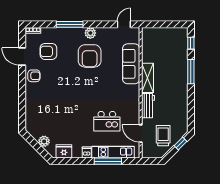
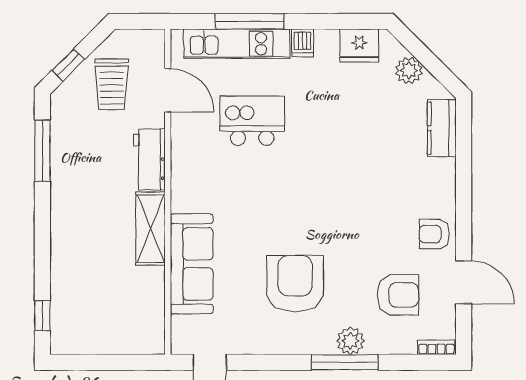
plant: (90, 33) -> (350, 341), moved
window: (191, 72) -> (42, 151), moved
kitchen counter: (31, 118) -> (442, 128), added

